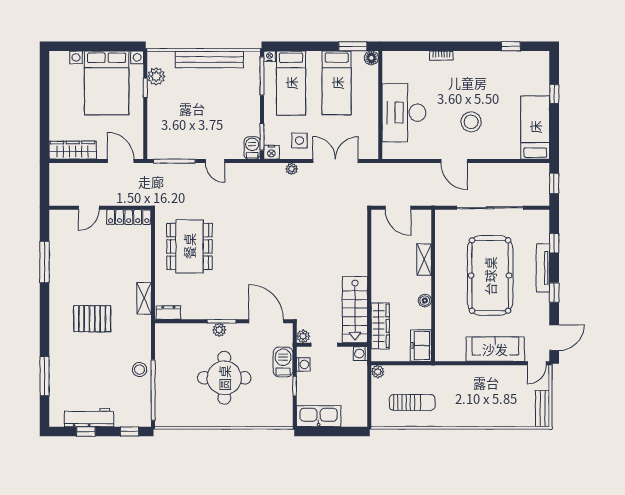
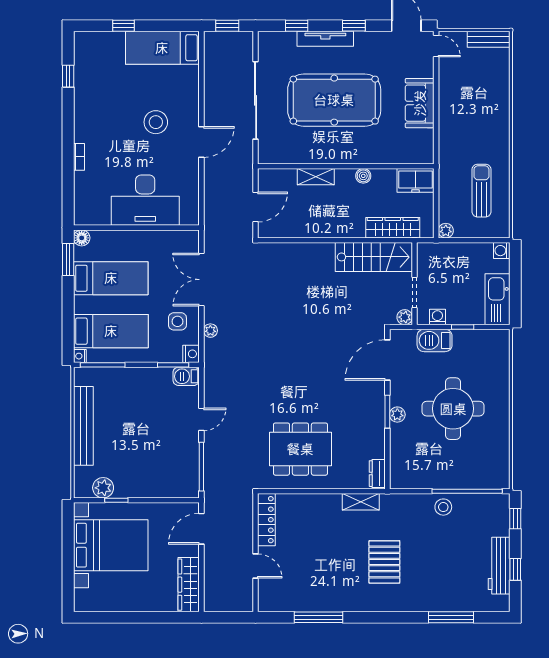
sofa: (495, 349) -> (420, 103), width x0.73
washing machine: (360, 354) -> (502, 251), moved, turned 90

